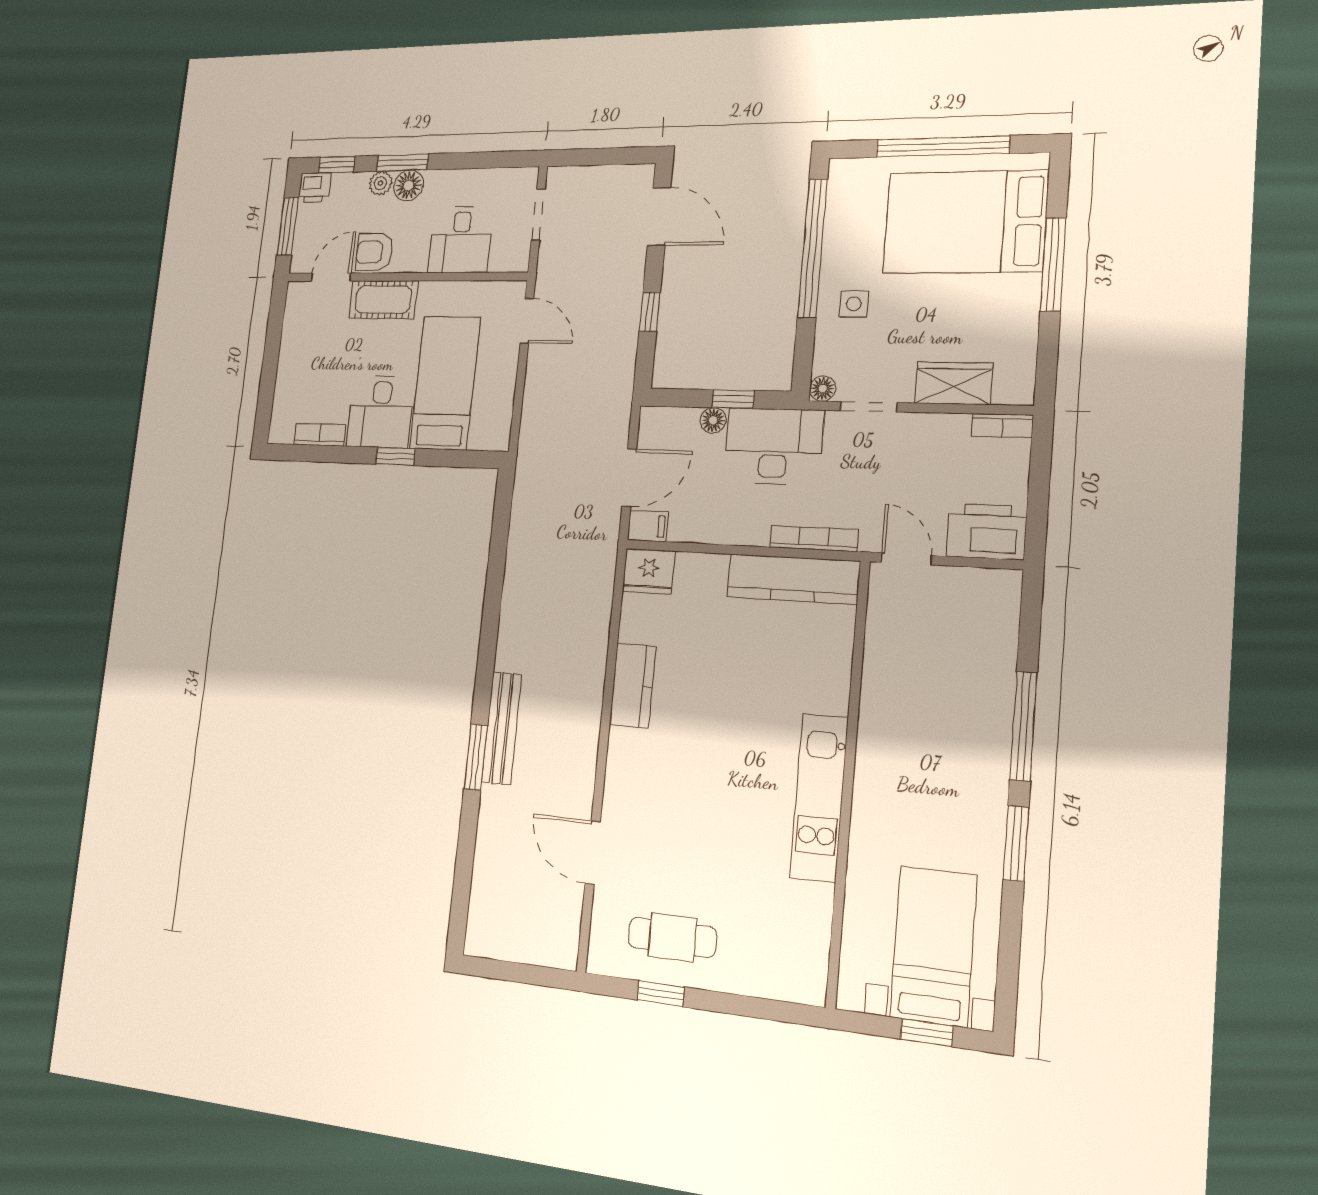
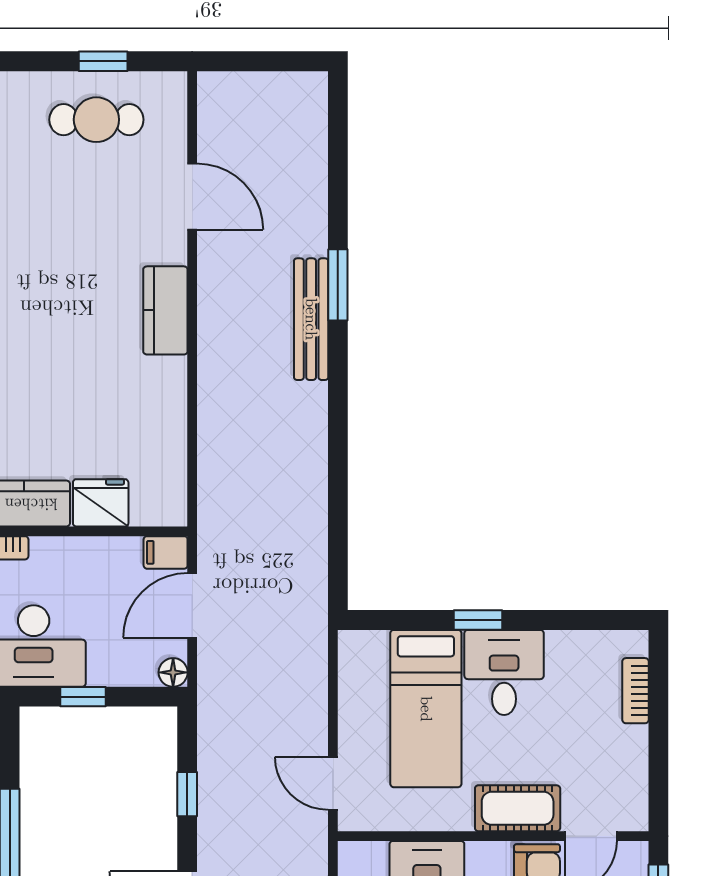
floor lamp: (713, 420) -> (173, 672), moved
bookcase: (320, 435) -> (635, 691), moved, turned 90
fridge: (649, 571) -> (101, 503), moved
kitchen counter: (633, 685) -> (165, 310), moved

